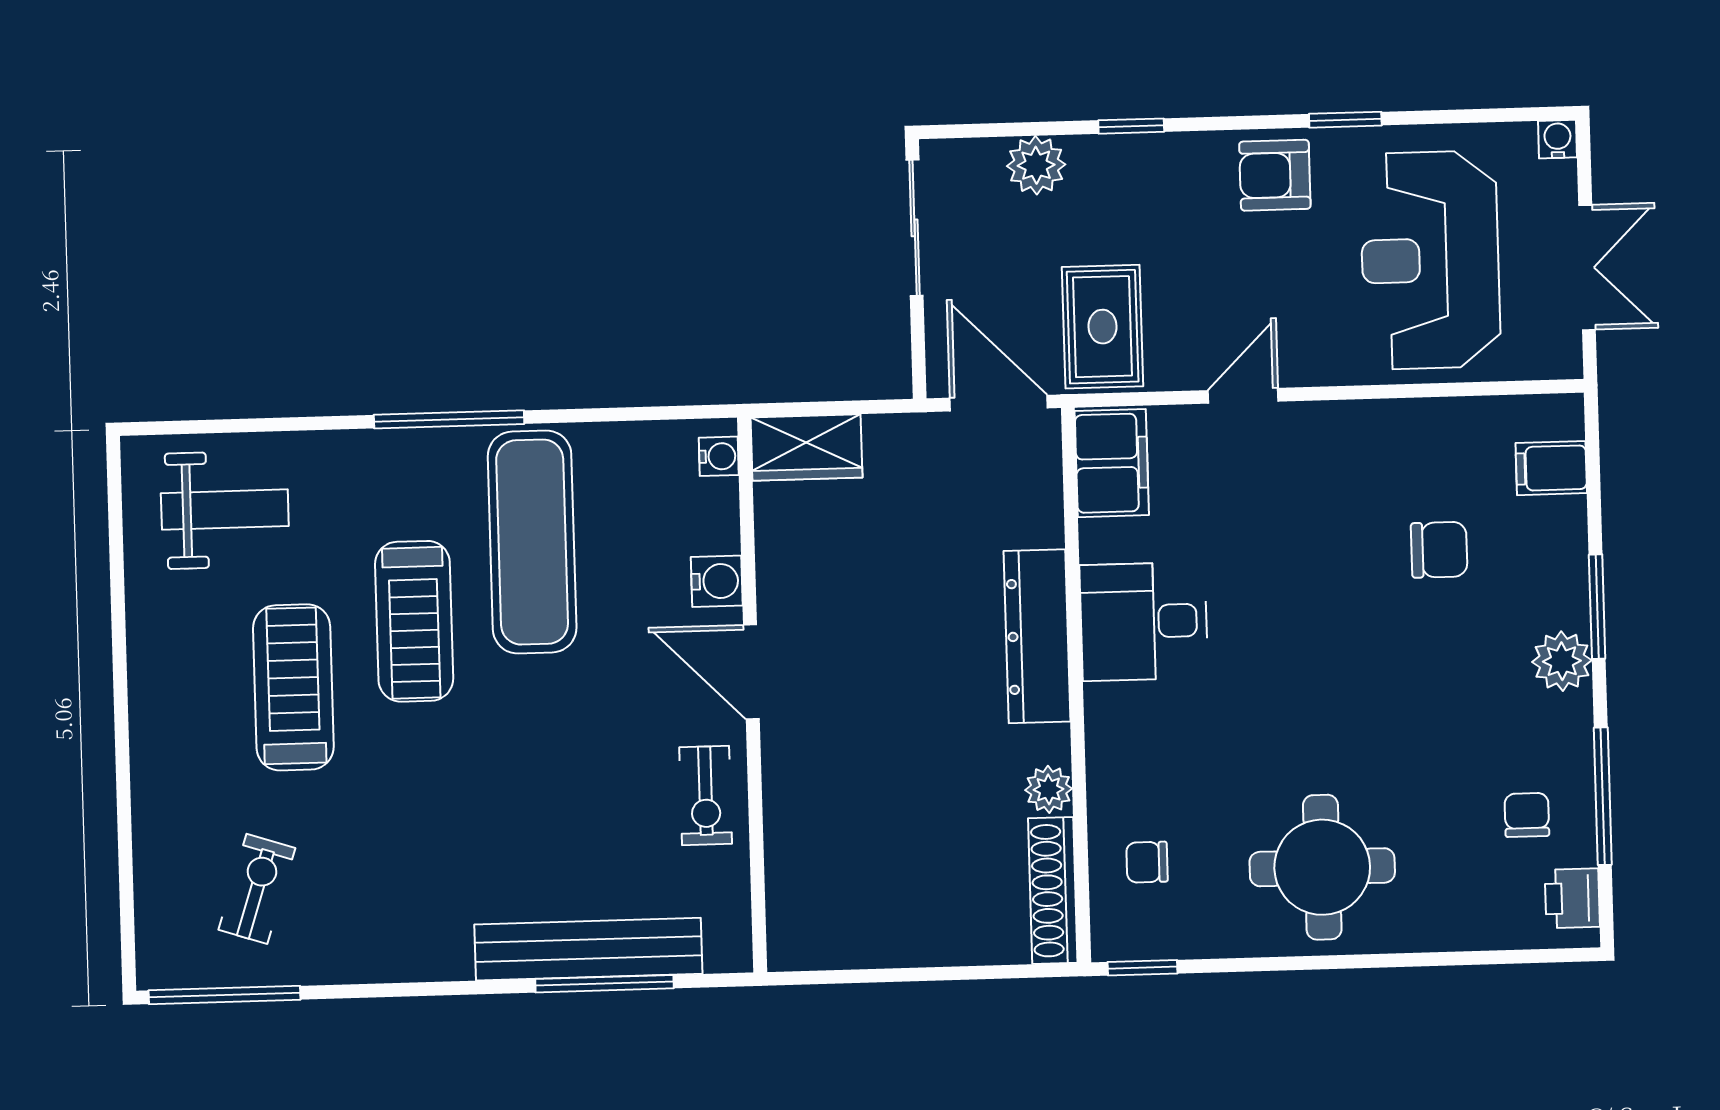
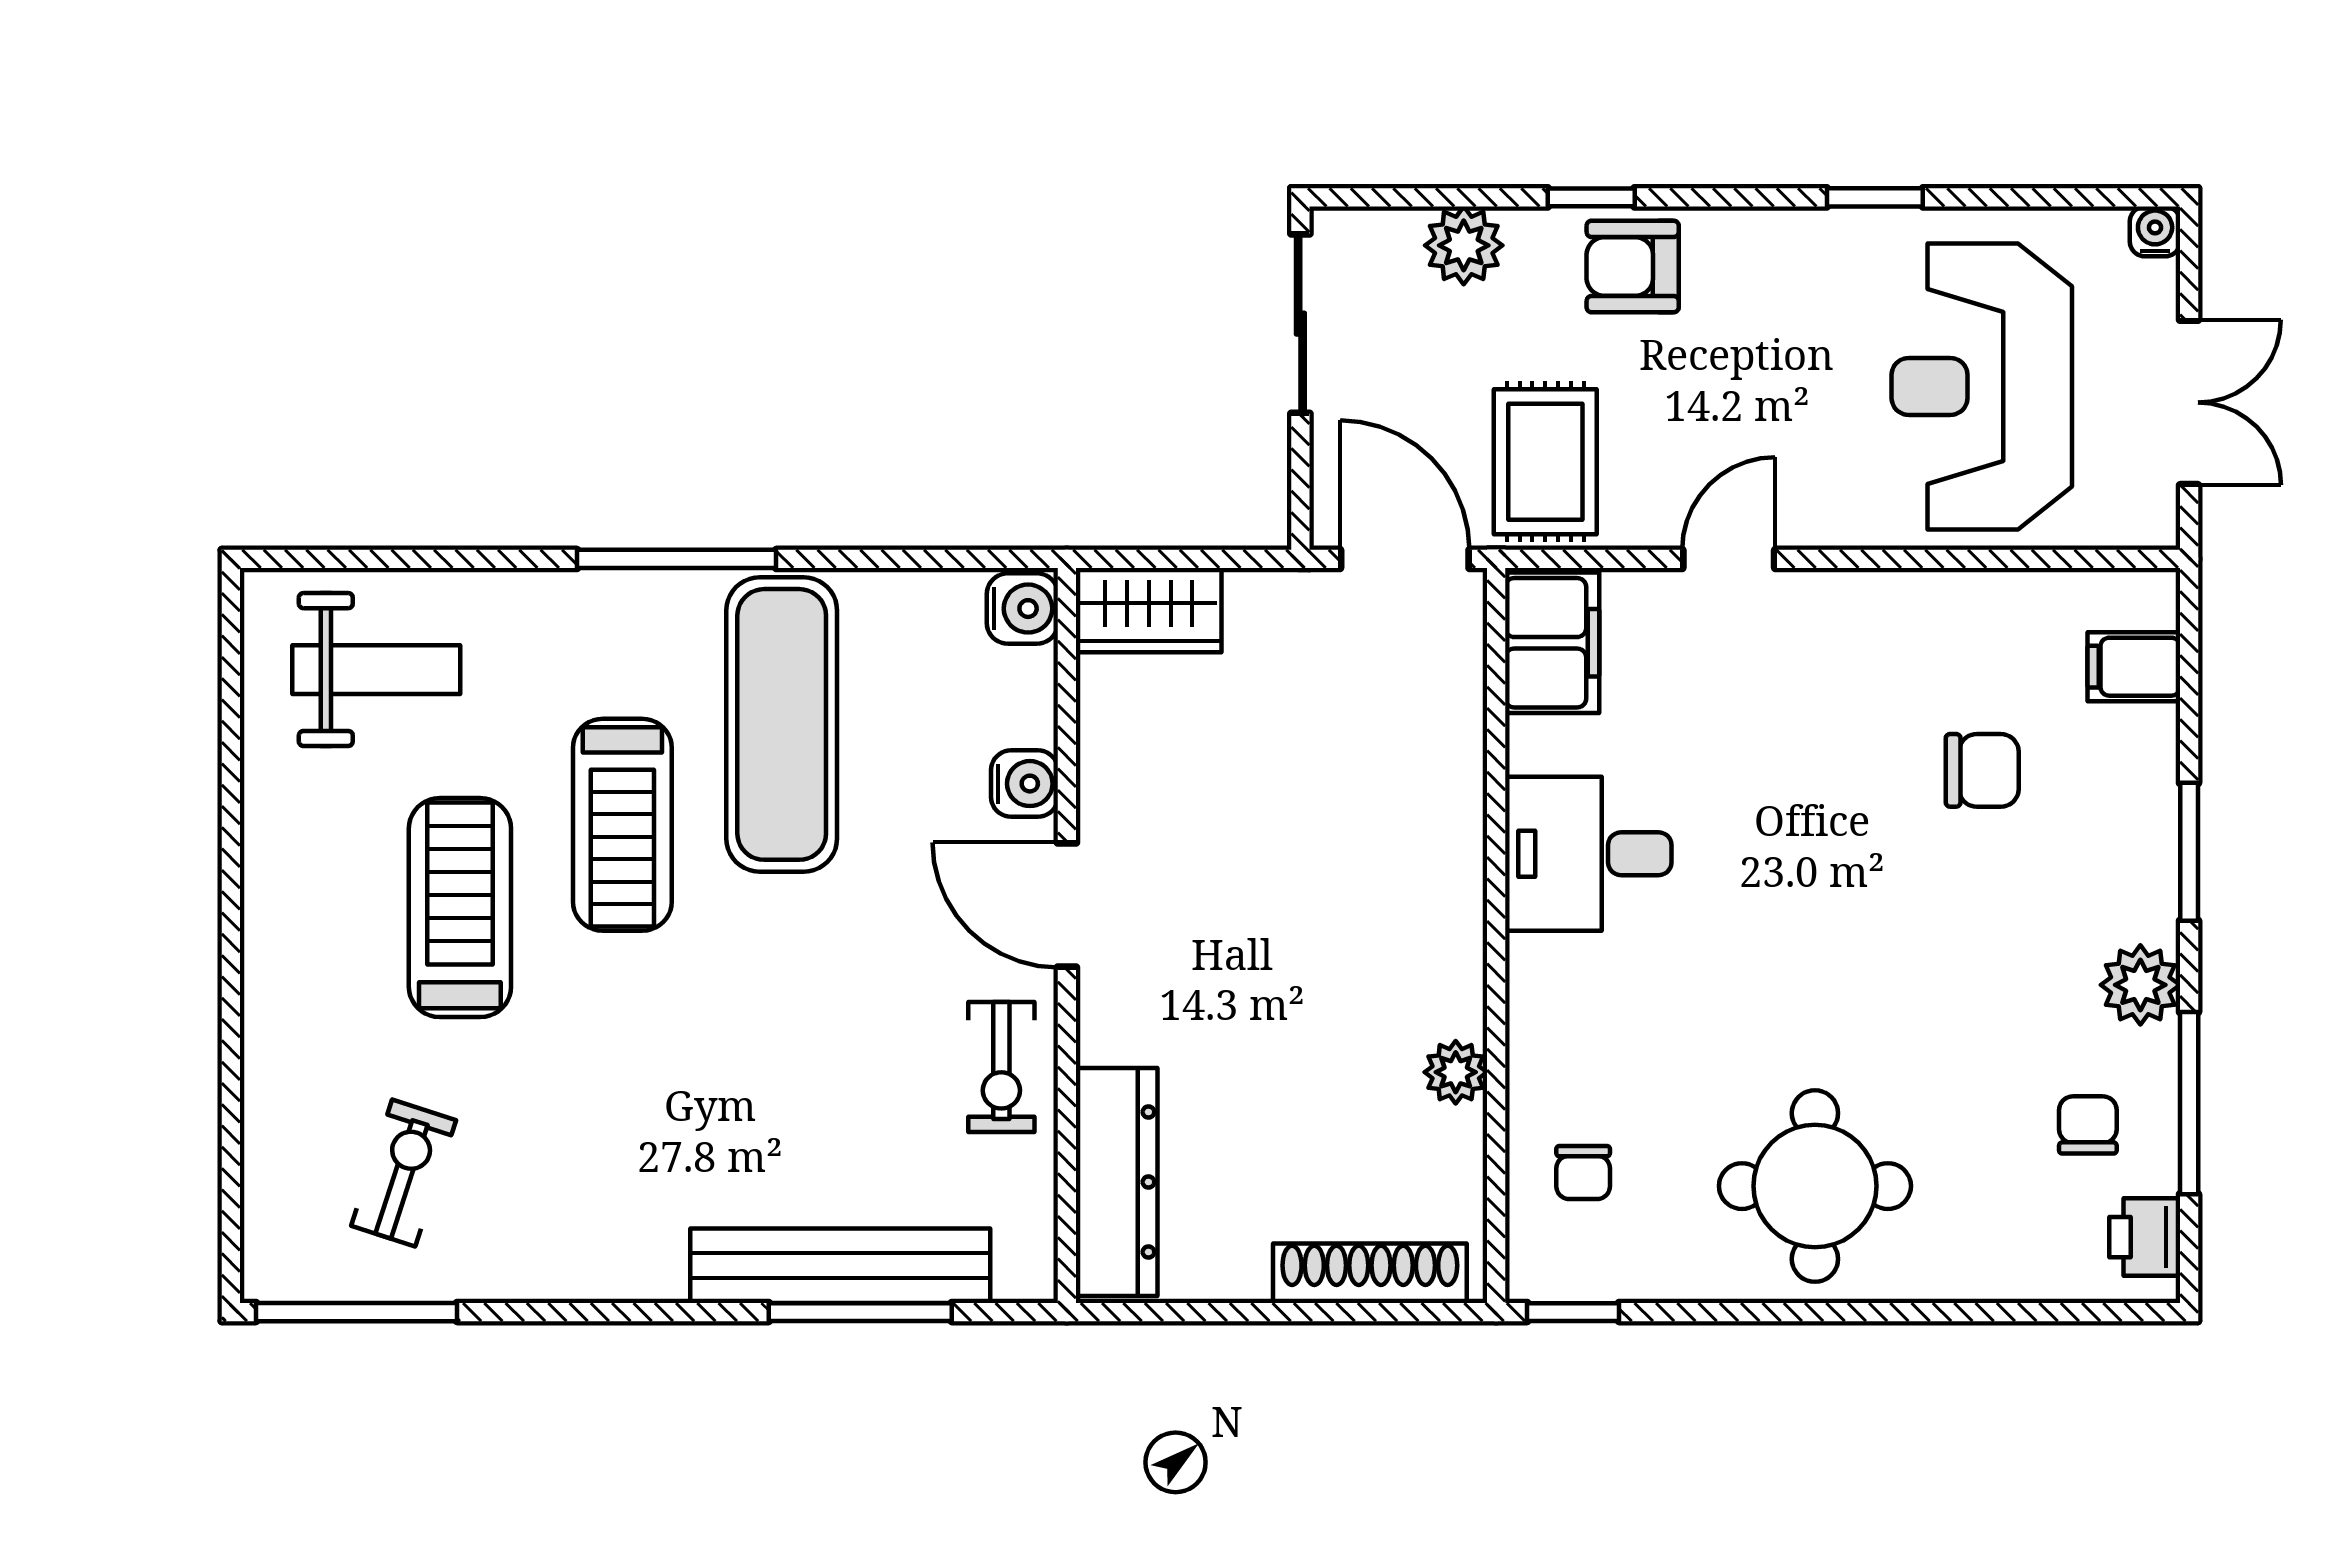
armchair: (1275, 175) -> (1633, 267), moved
water cooler: (719, 456) -> (1022, 609), width x1.38, depth x1.38
dresser: (1037, 636) -> (1117, 1182), moved, turned 180
plant: (1562, 661) -> (2140, 985), moved
chair: (1147, 862) -> (1583, 1172), turned -90
shoe rack: (1053, 891) -> (1370, 1273), moved, turned 90

